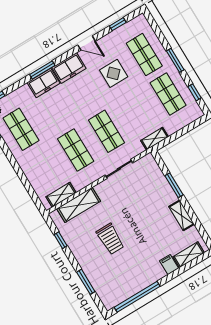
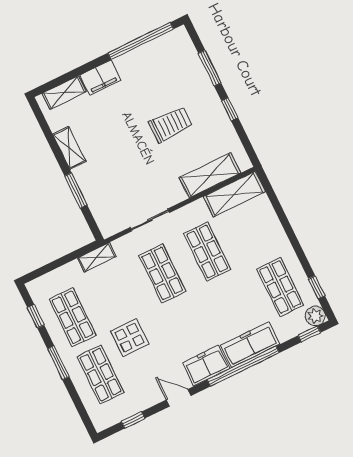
window: (42, 70) -> (243, 366), width x2.11
display table: (114, 73) -> (130, 338), moved
freezer: (43, 83) -> (250, 345), width x1.40
shelving: (61, 195) -> (234, 194), width x1.50, depth x1.33
trolley: (110, 239) -> (171, 124), turned 90
window: (61, 240) -> (230, 109), moved
filing cabinet: (169, 265) -> (100, 78), width x2.00

